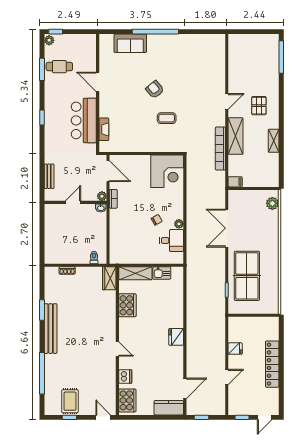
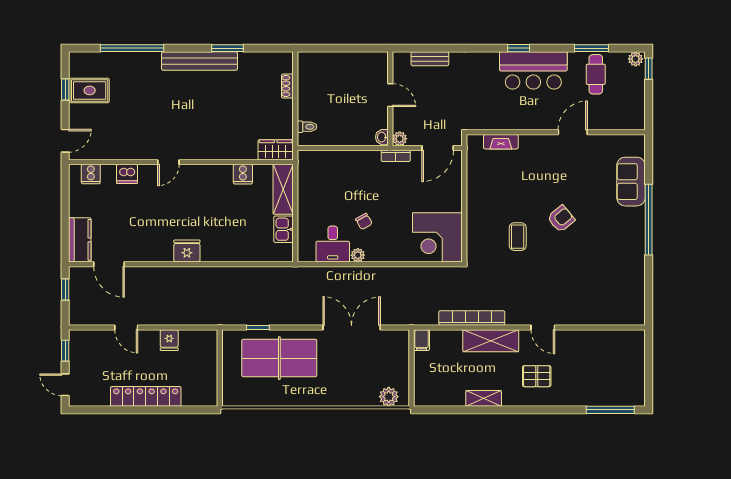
bar counter: (84, 120) -> (533, 70), moved, turned 180
cooker: (127, 305) -> (243, 174), width x0.53, depth x0.76
cooker: (127, 400) -> (91, 174), width x0.53, depth x0.76

